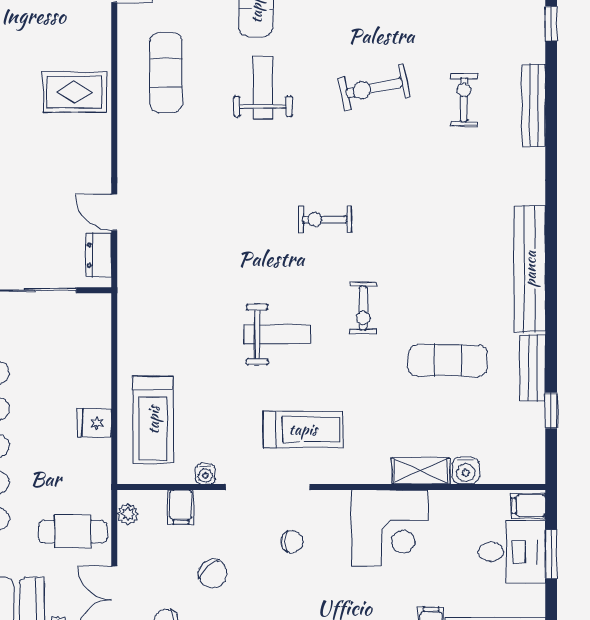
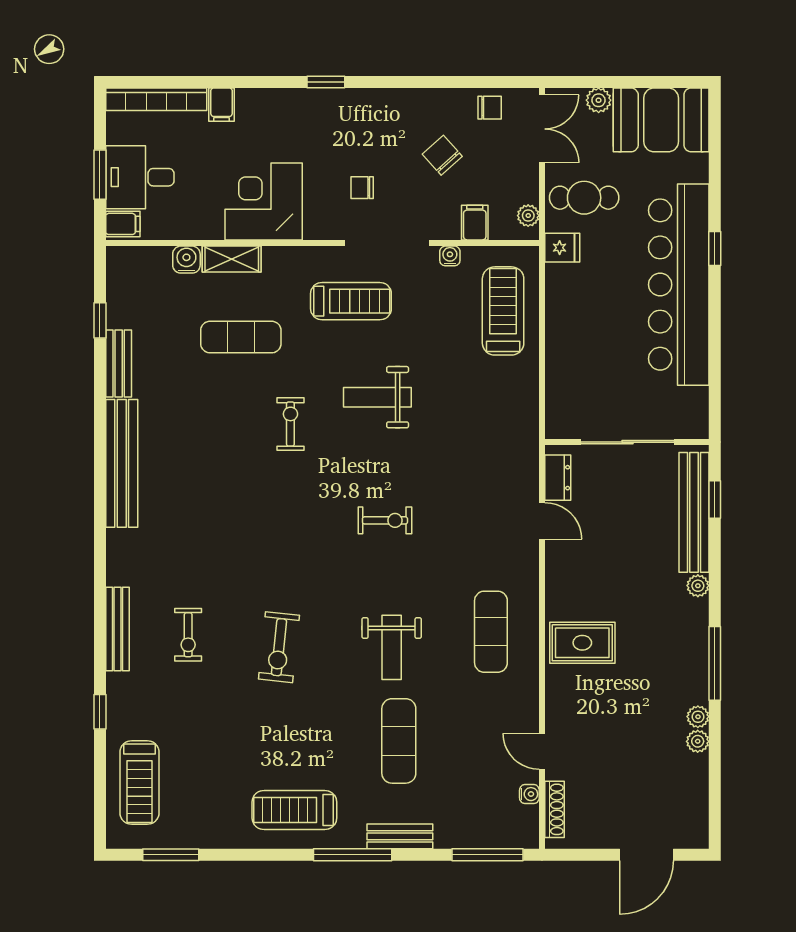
exercise mat: (166, 73) -> (491, 632), moved
exercise bike: (374, 88) -> (279, 647), turned 108
exercise bike: (325, 219) -> (385, 520), moved
exercise mat: (448, 360) -> (241, 337), moved
fridge: (94, 423) -> (562, 248), moved
treadmill: (303, 429) -> (351, 301), turned 180

